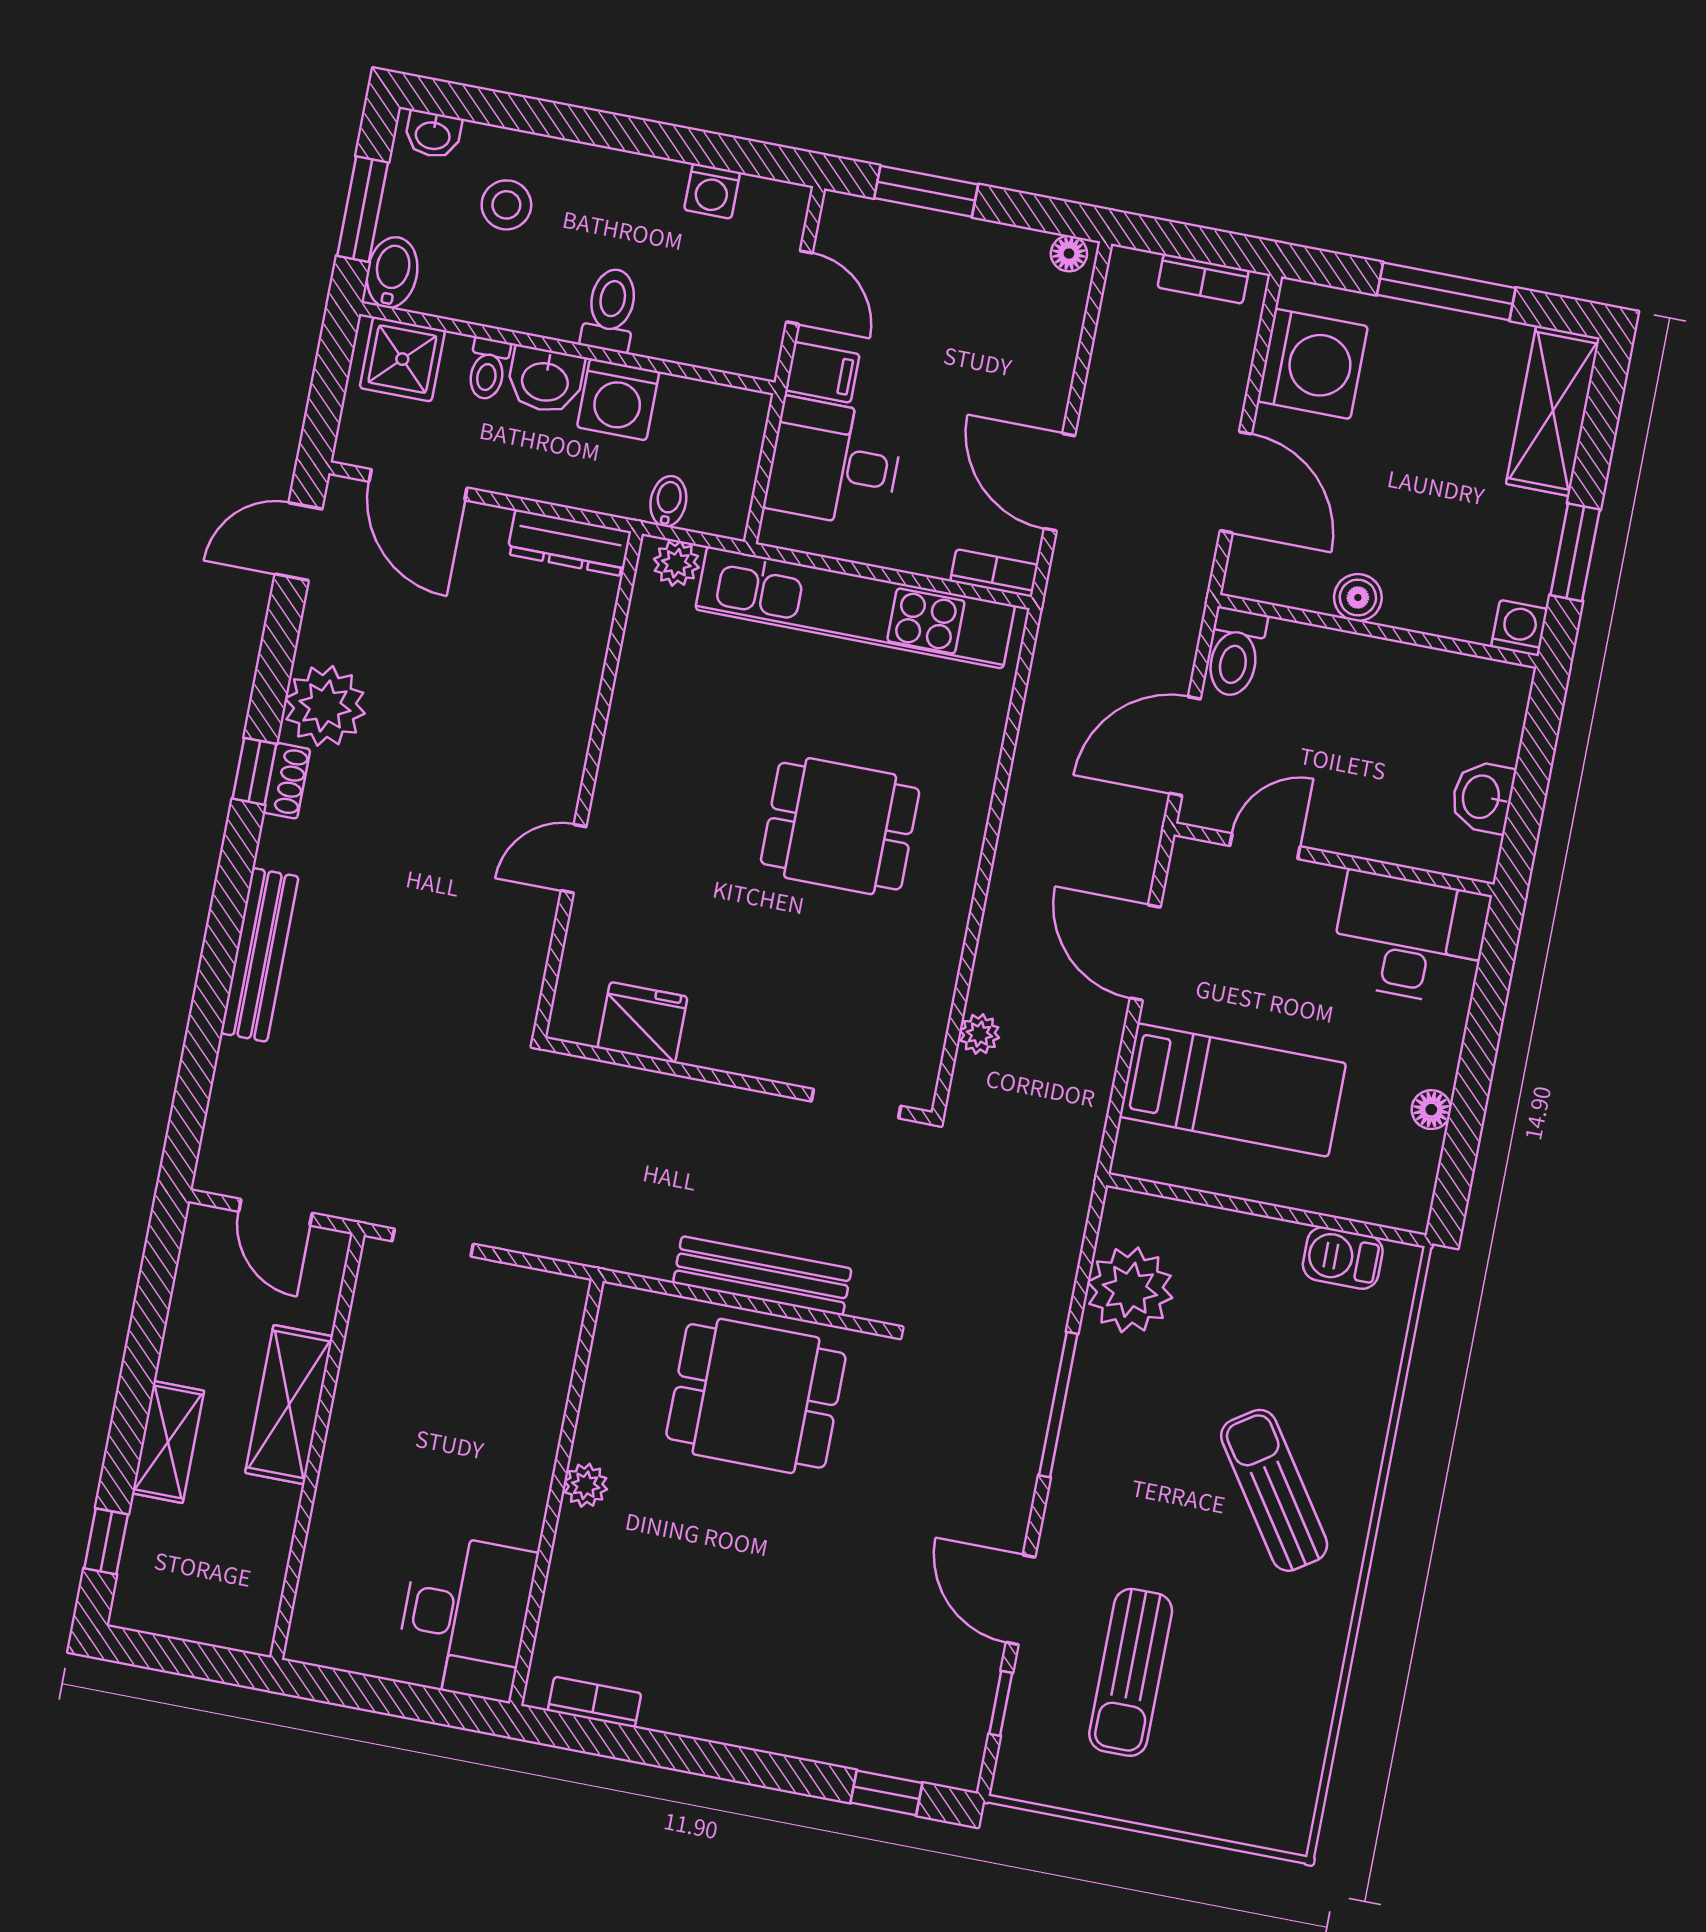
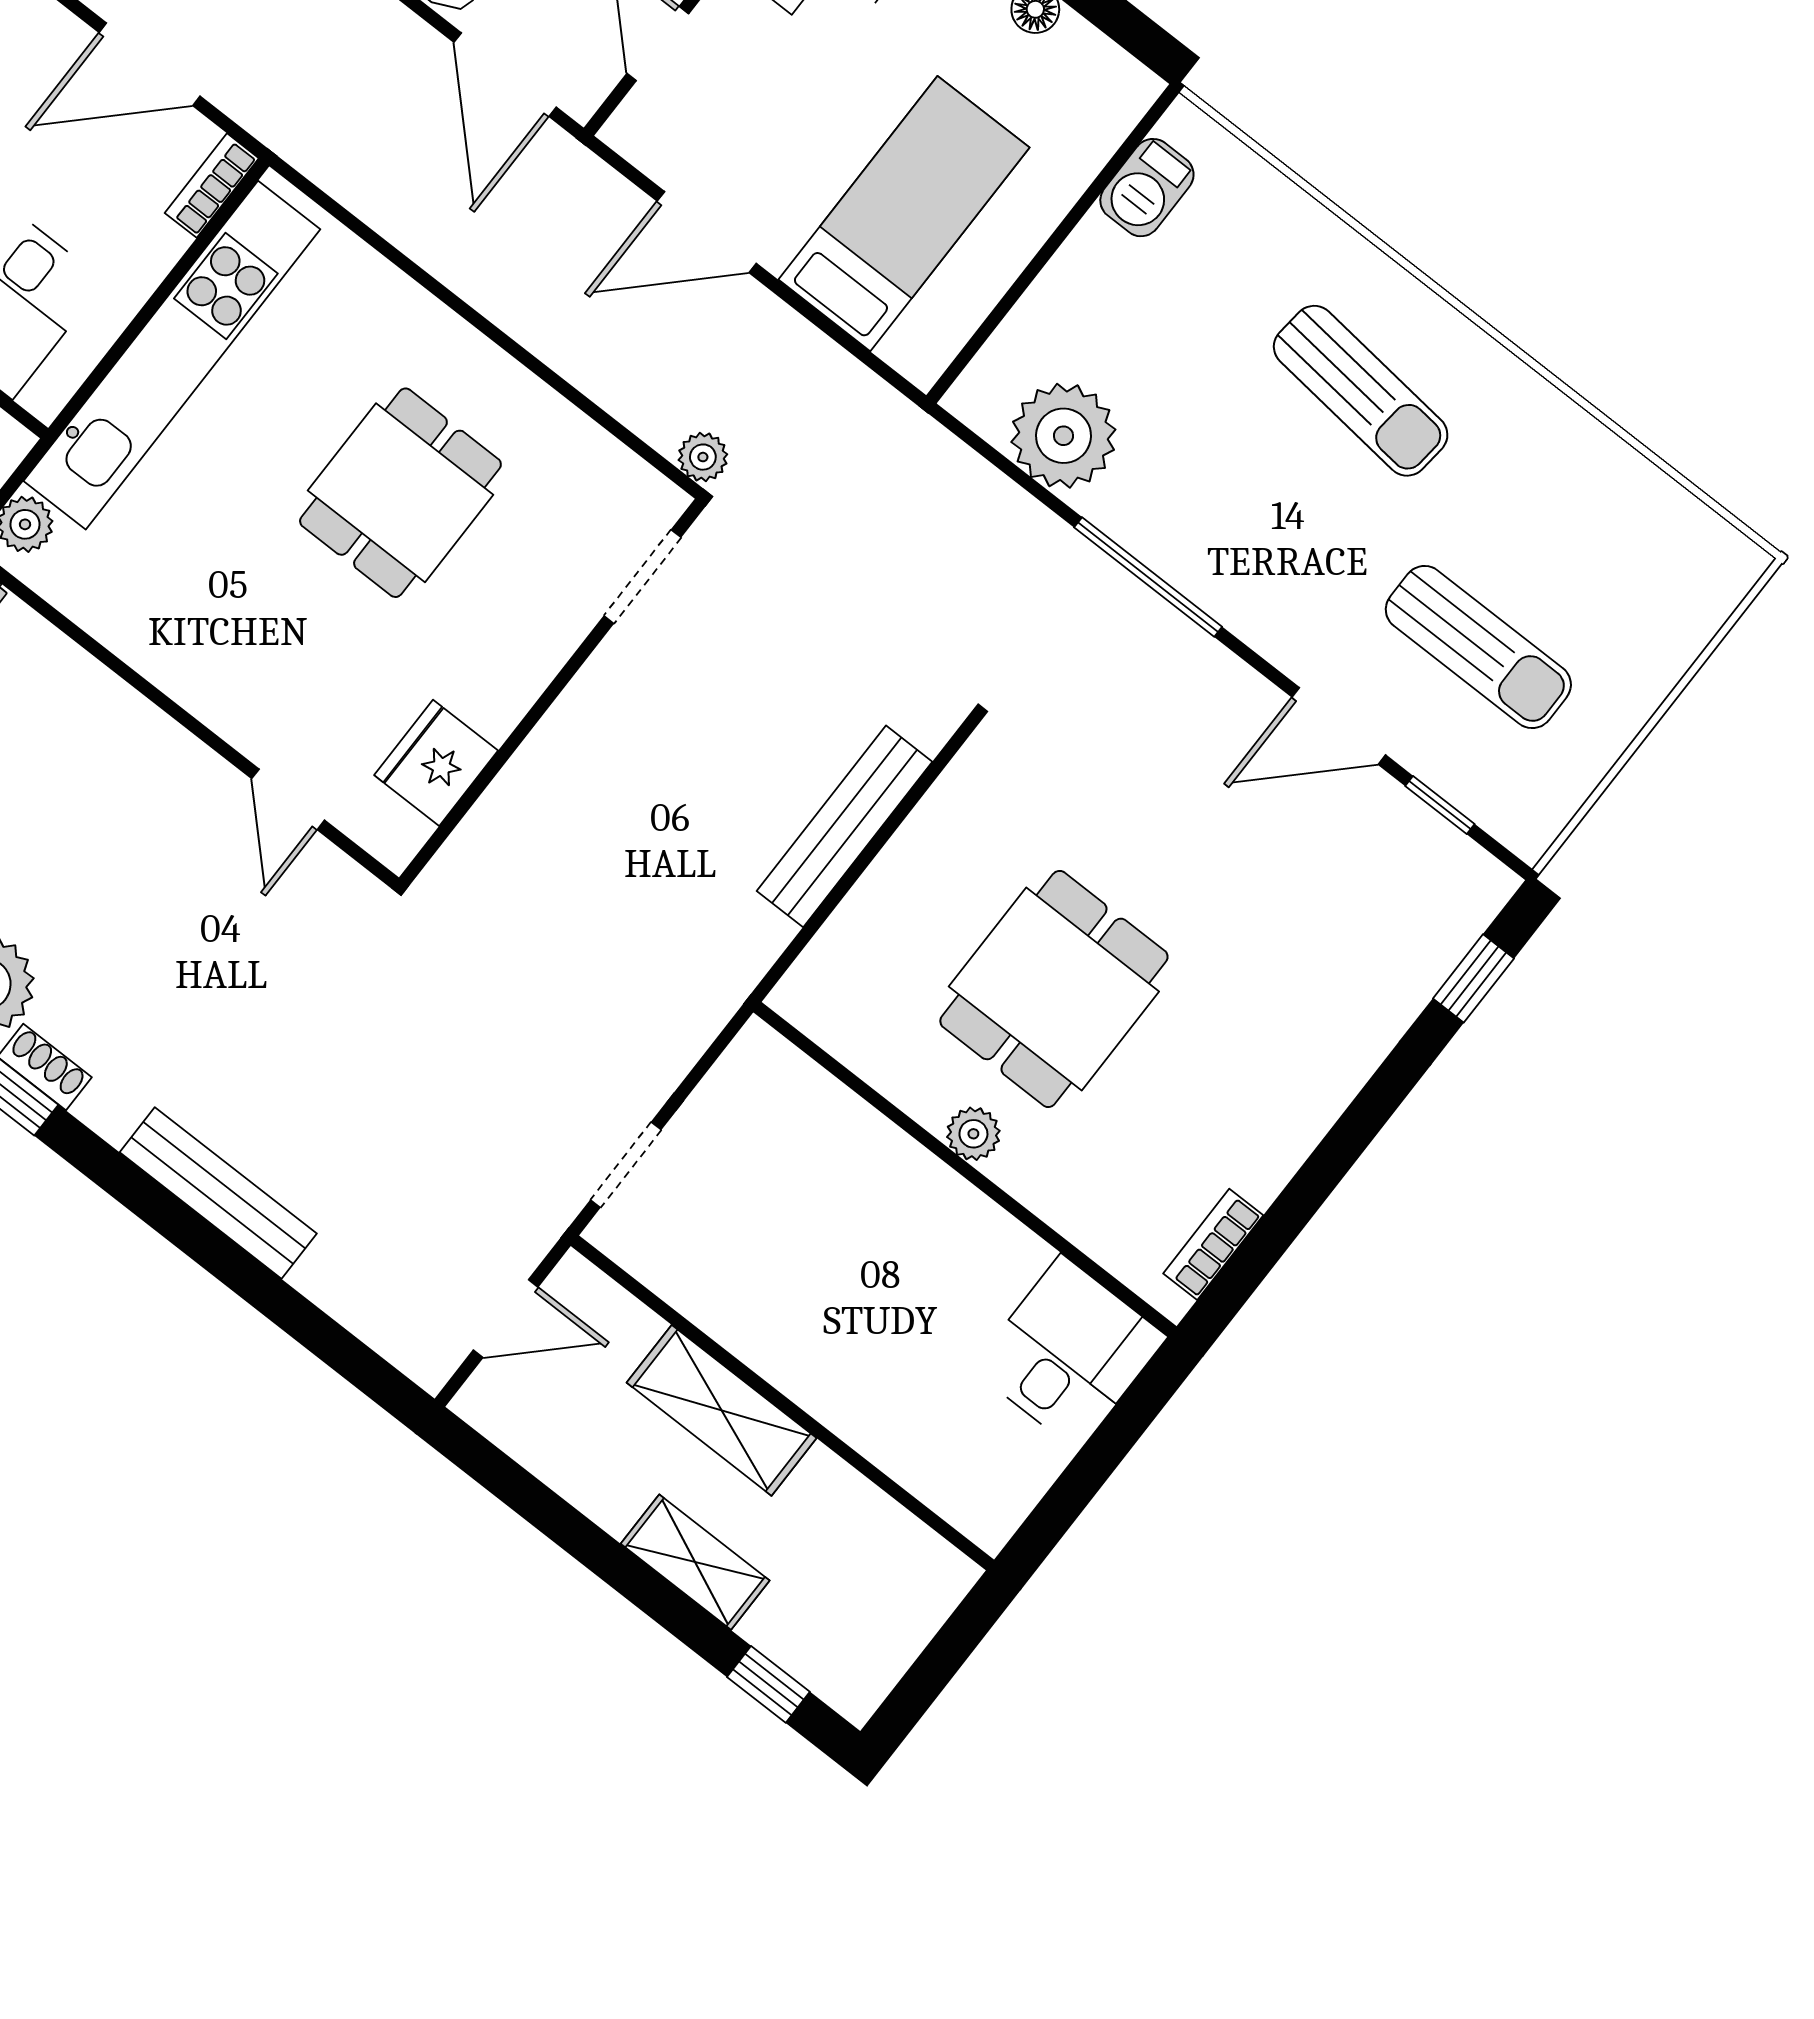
fridge: (642, 1022) -> (436, 763), moved
wall: (738, 1081) -> (552, 692), moved
doorway: (856, 1104) -> (642, 577), moved
dining table: (756, 1396) -> (1054, 989), moved
sun lounger: (1274, 1490) -> (1361, 391), turned -140
desk: (465, 1617) -> (1069, 1353), width x0.73

